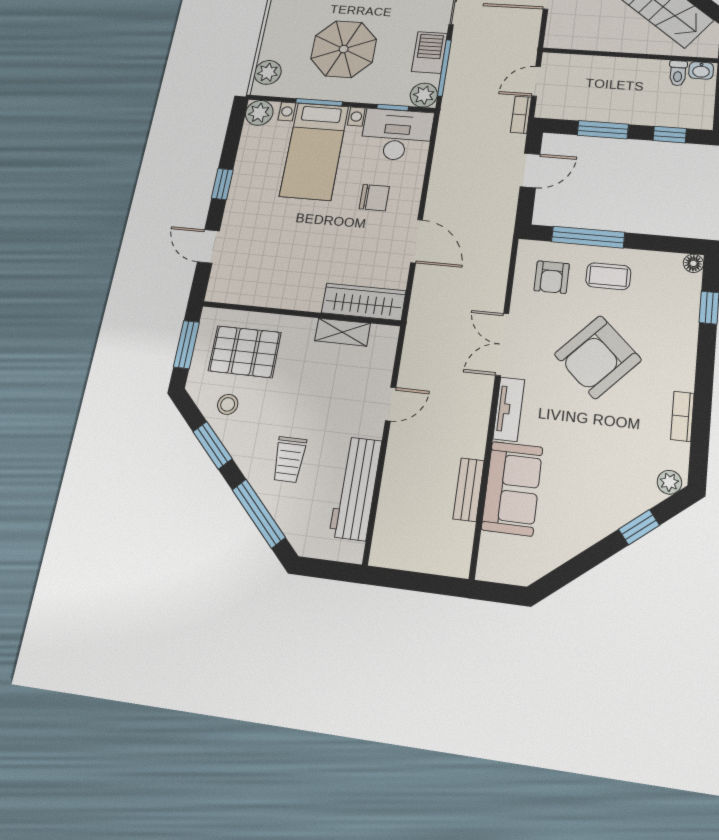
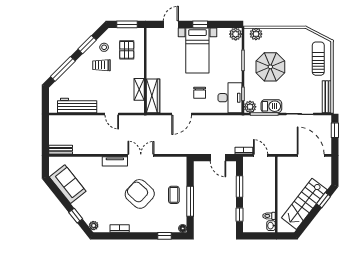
bed with nightstands: (314, 151) -> (197, 51), moved, turned -90
window: (588, 237) -> (190, 201), moved
armchair: (552, 277) -> (171, 172), removed
pallet: (245, 352) -> (127, 50), width x0.67, depth x0.71
trolley: (289, 460) -> (102, 65), moved
sofa: (512, 488) -> (68, 184), moved, turned -128
bench: (469, 490) -> (61, 150), moved

